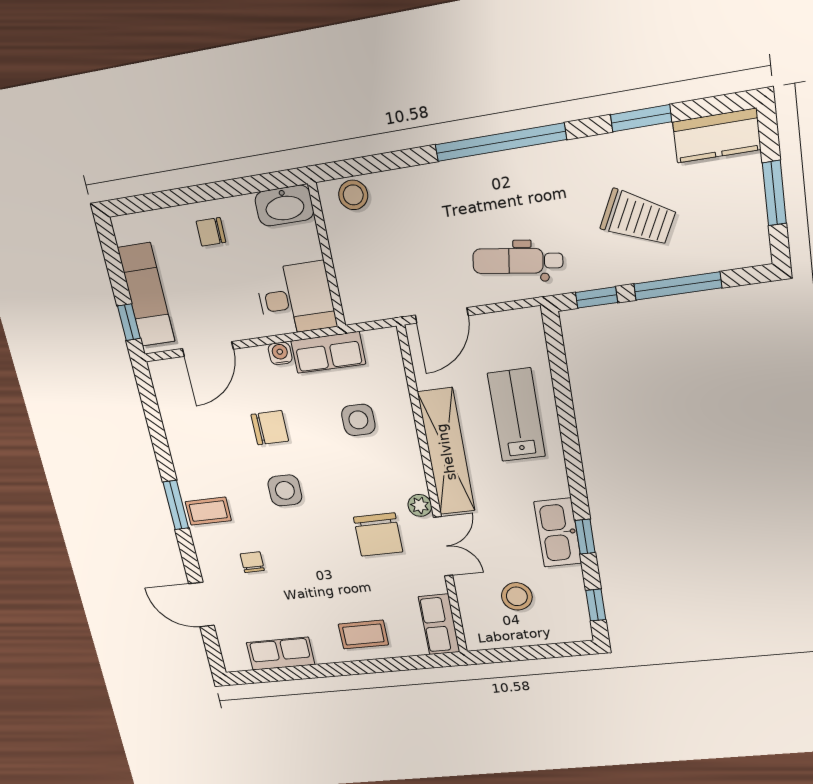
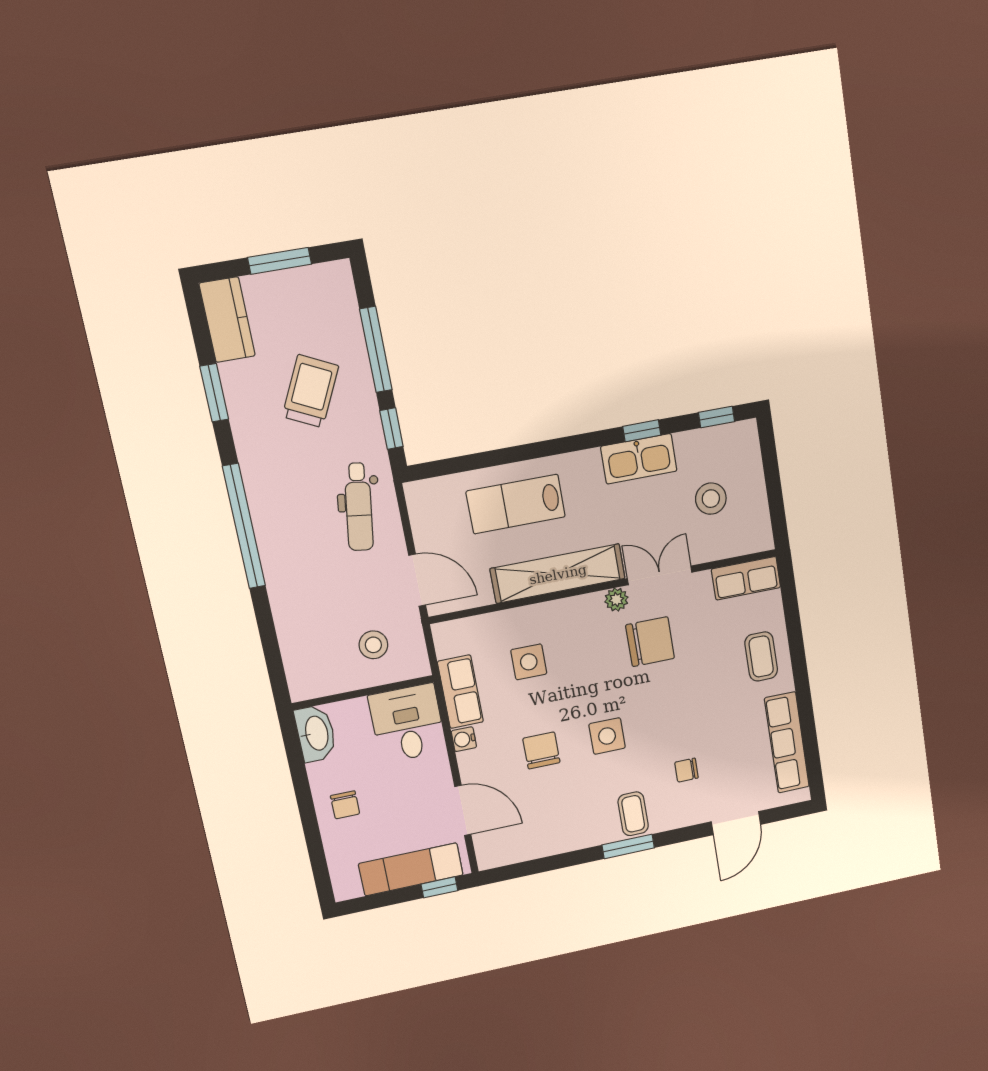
stool: (353, 195) -> (373, 645), moved
row of seats: (280, 654) -> (787, 742), width x1.48

